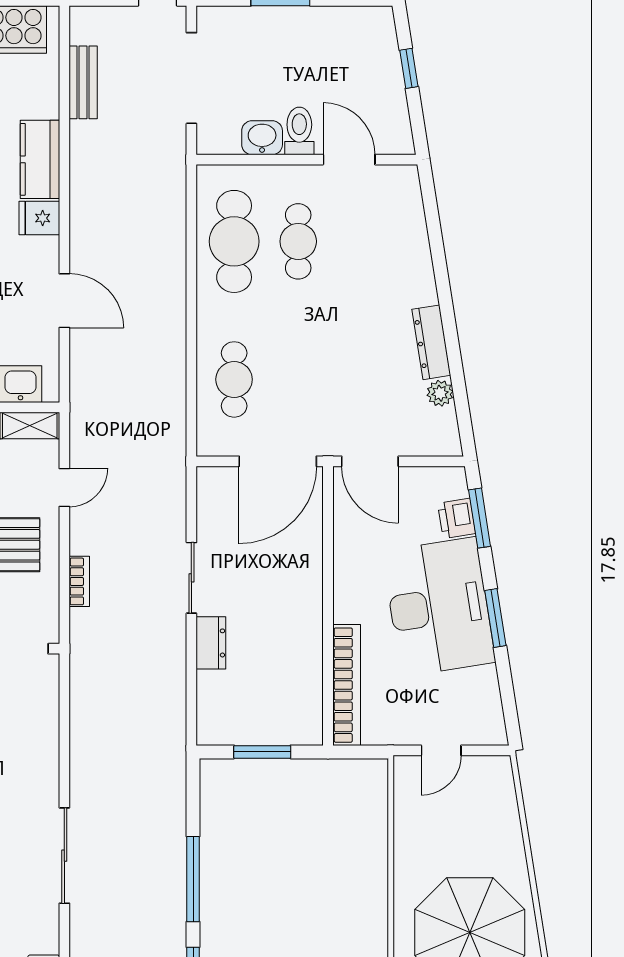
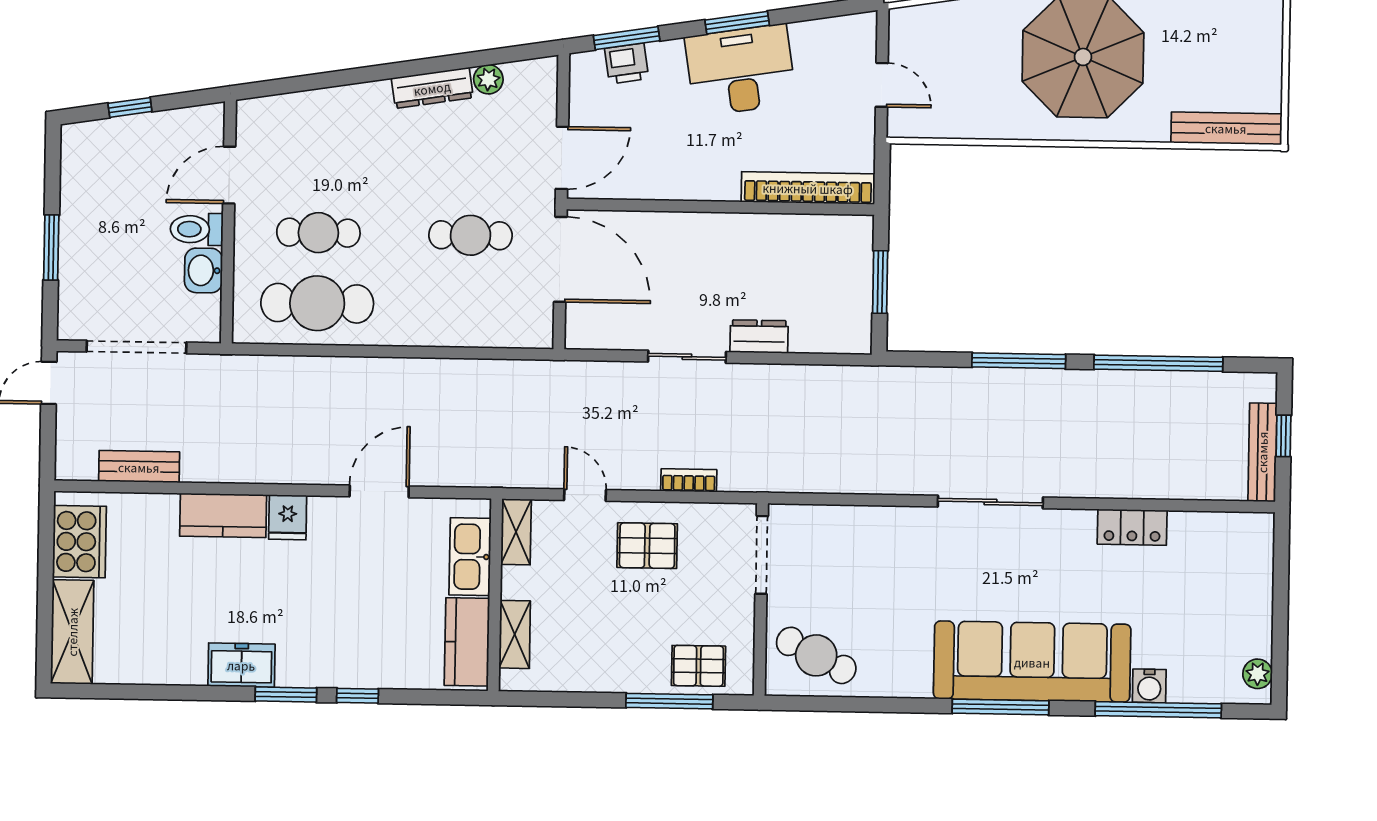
cafe table: (234, 379) -> (471, 235), moved
desk: (439, 607) -> (741, 70), width x0.73, depth x0.77

